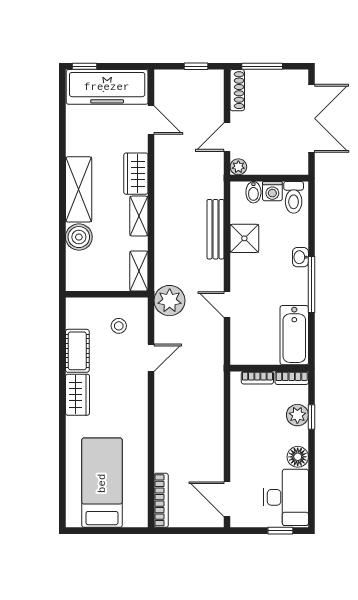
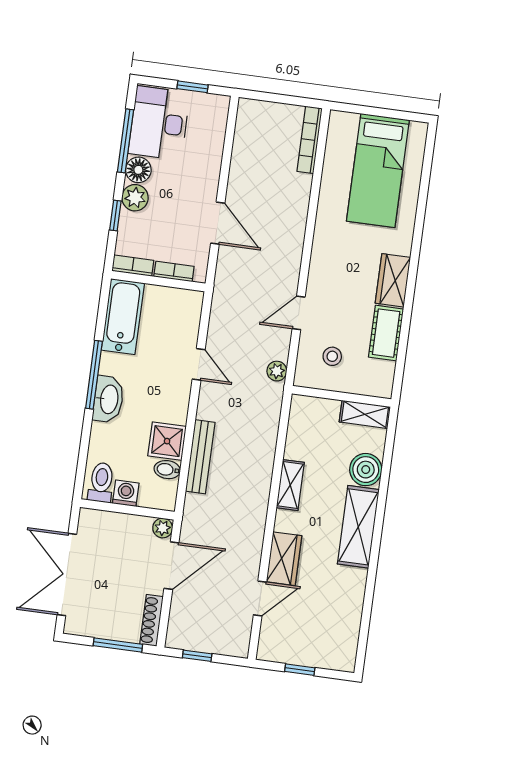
window: (84, 66) -> (300, 670), moved
freezer: (107, 87) -> (307, 645), removed
door: (151, 120) -> (260, 598), swing flipped
door: (227, 137) -> (171, 566), width x1.38
wardrobe: (136, 174) -> (284, 559), moved
bidet: (253, 192) -> (167, 470), moved, turned -90
washbasin: (300, 257) -> (108, 399), width x1.91, depth x1.45
shelving: (139, 271) -> (365, 414), moved, turned 90
plant: (170, 301) -> (277, 371), width x0.53, depth x0.53
plant: (297, 415) -> (135, 198), moved
window: (311, 479) -> (126, 141), added
door: (227, 499) -> (218, 223), moved
window: (280, 531) -> (192, 87), moved

